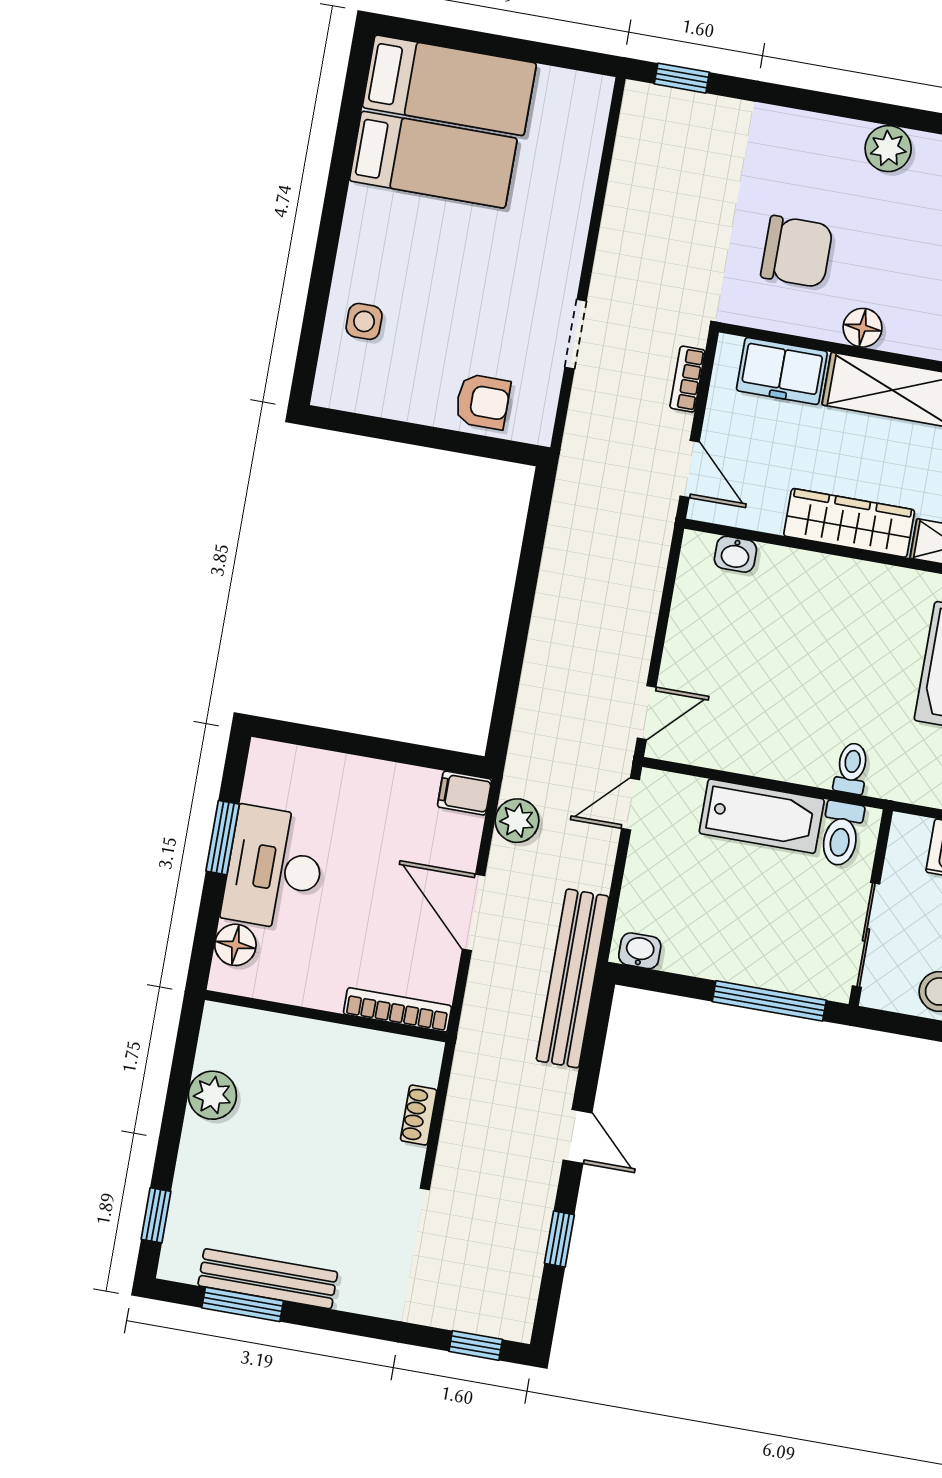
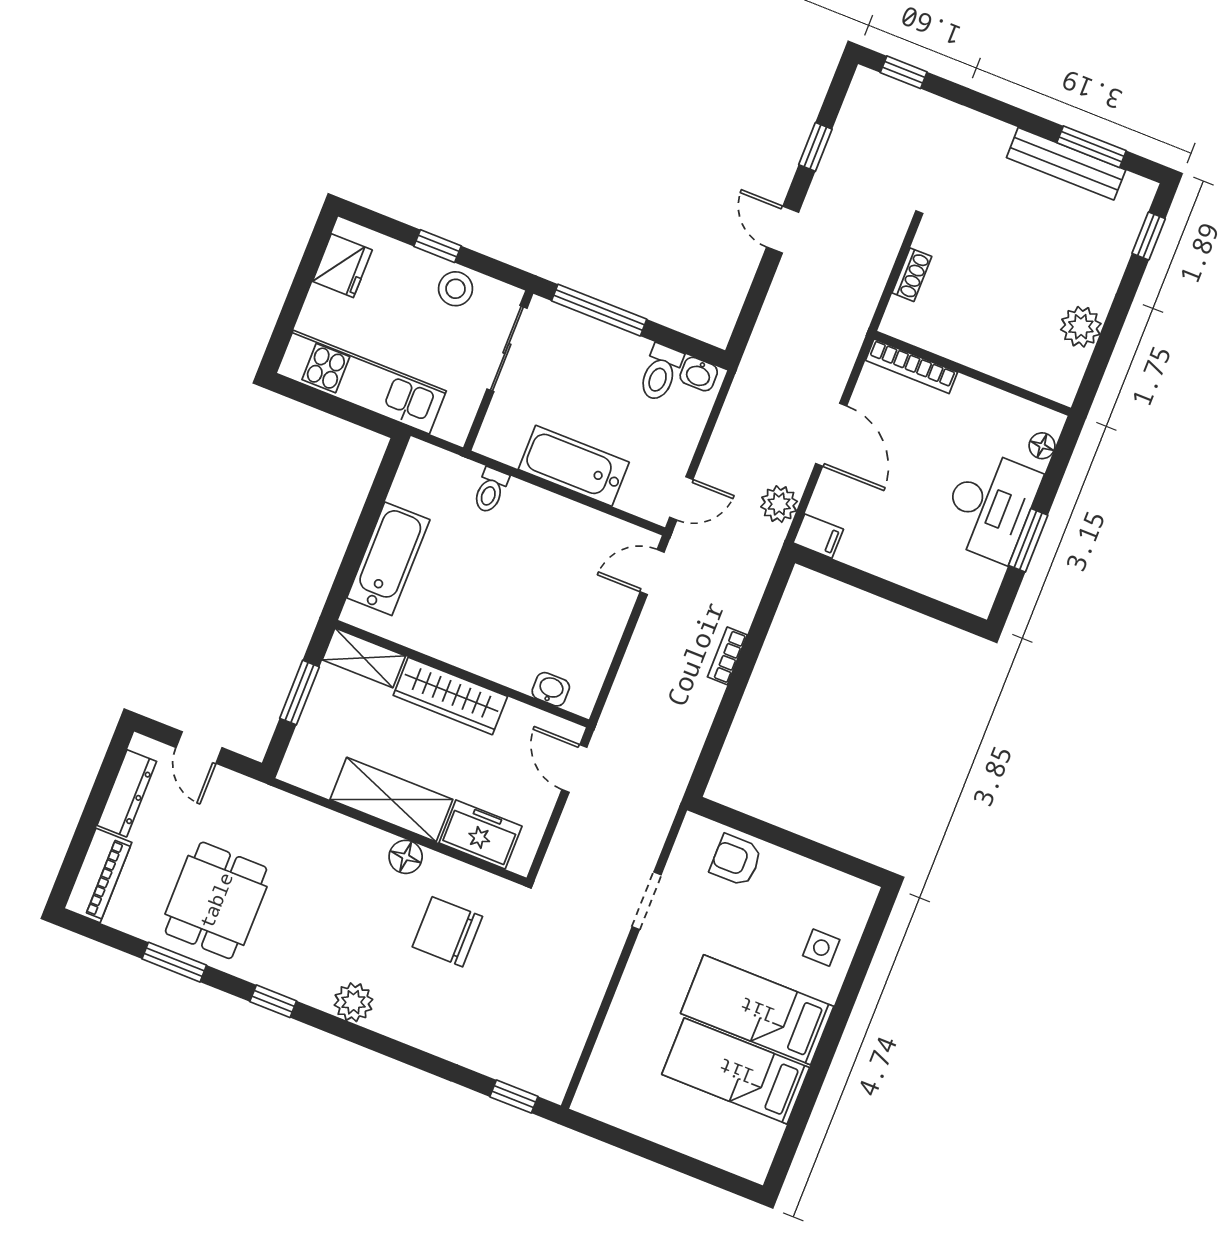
bed: (449, 85) -> (757, 1010), moved
bookcase: (687, 379) -> (727, 656), moved, turned 180
toilet: (841, 834) -> (660, 373), moved, turned 180
floor lamp: (235, 945) -> (1042, 446), width x0.73, depth x0.73
bench: (573, 978) -> (760, 363), removed

